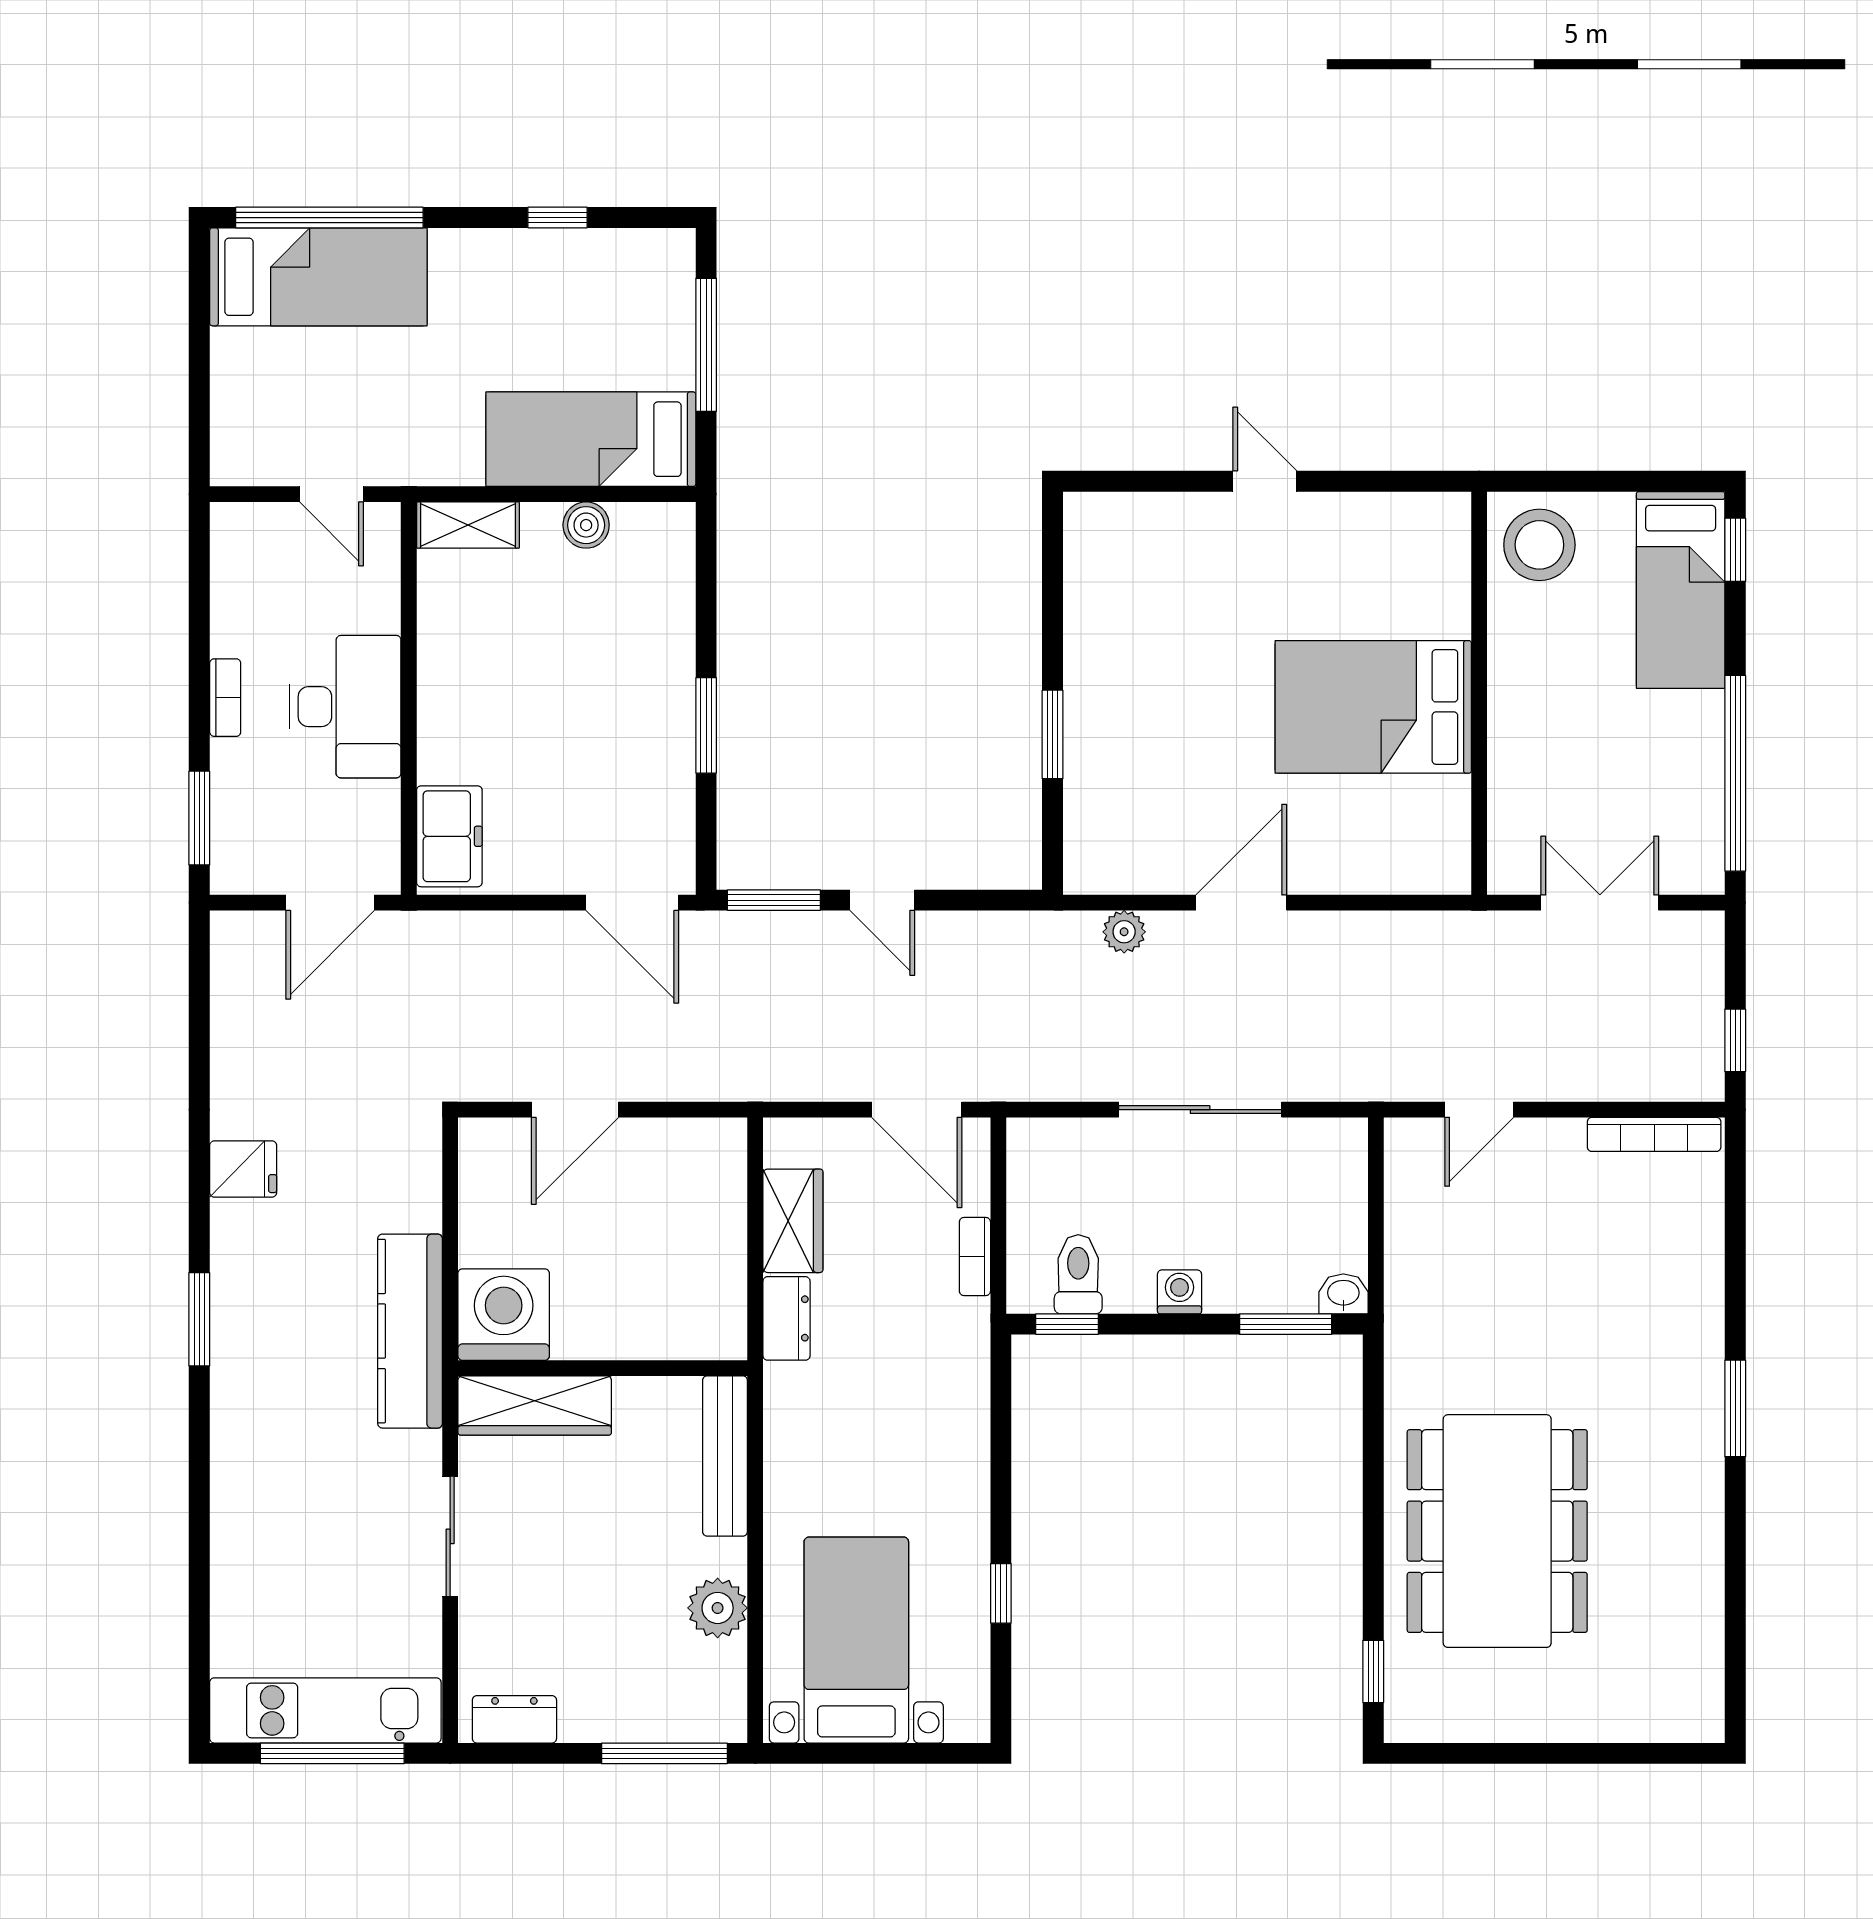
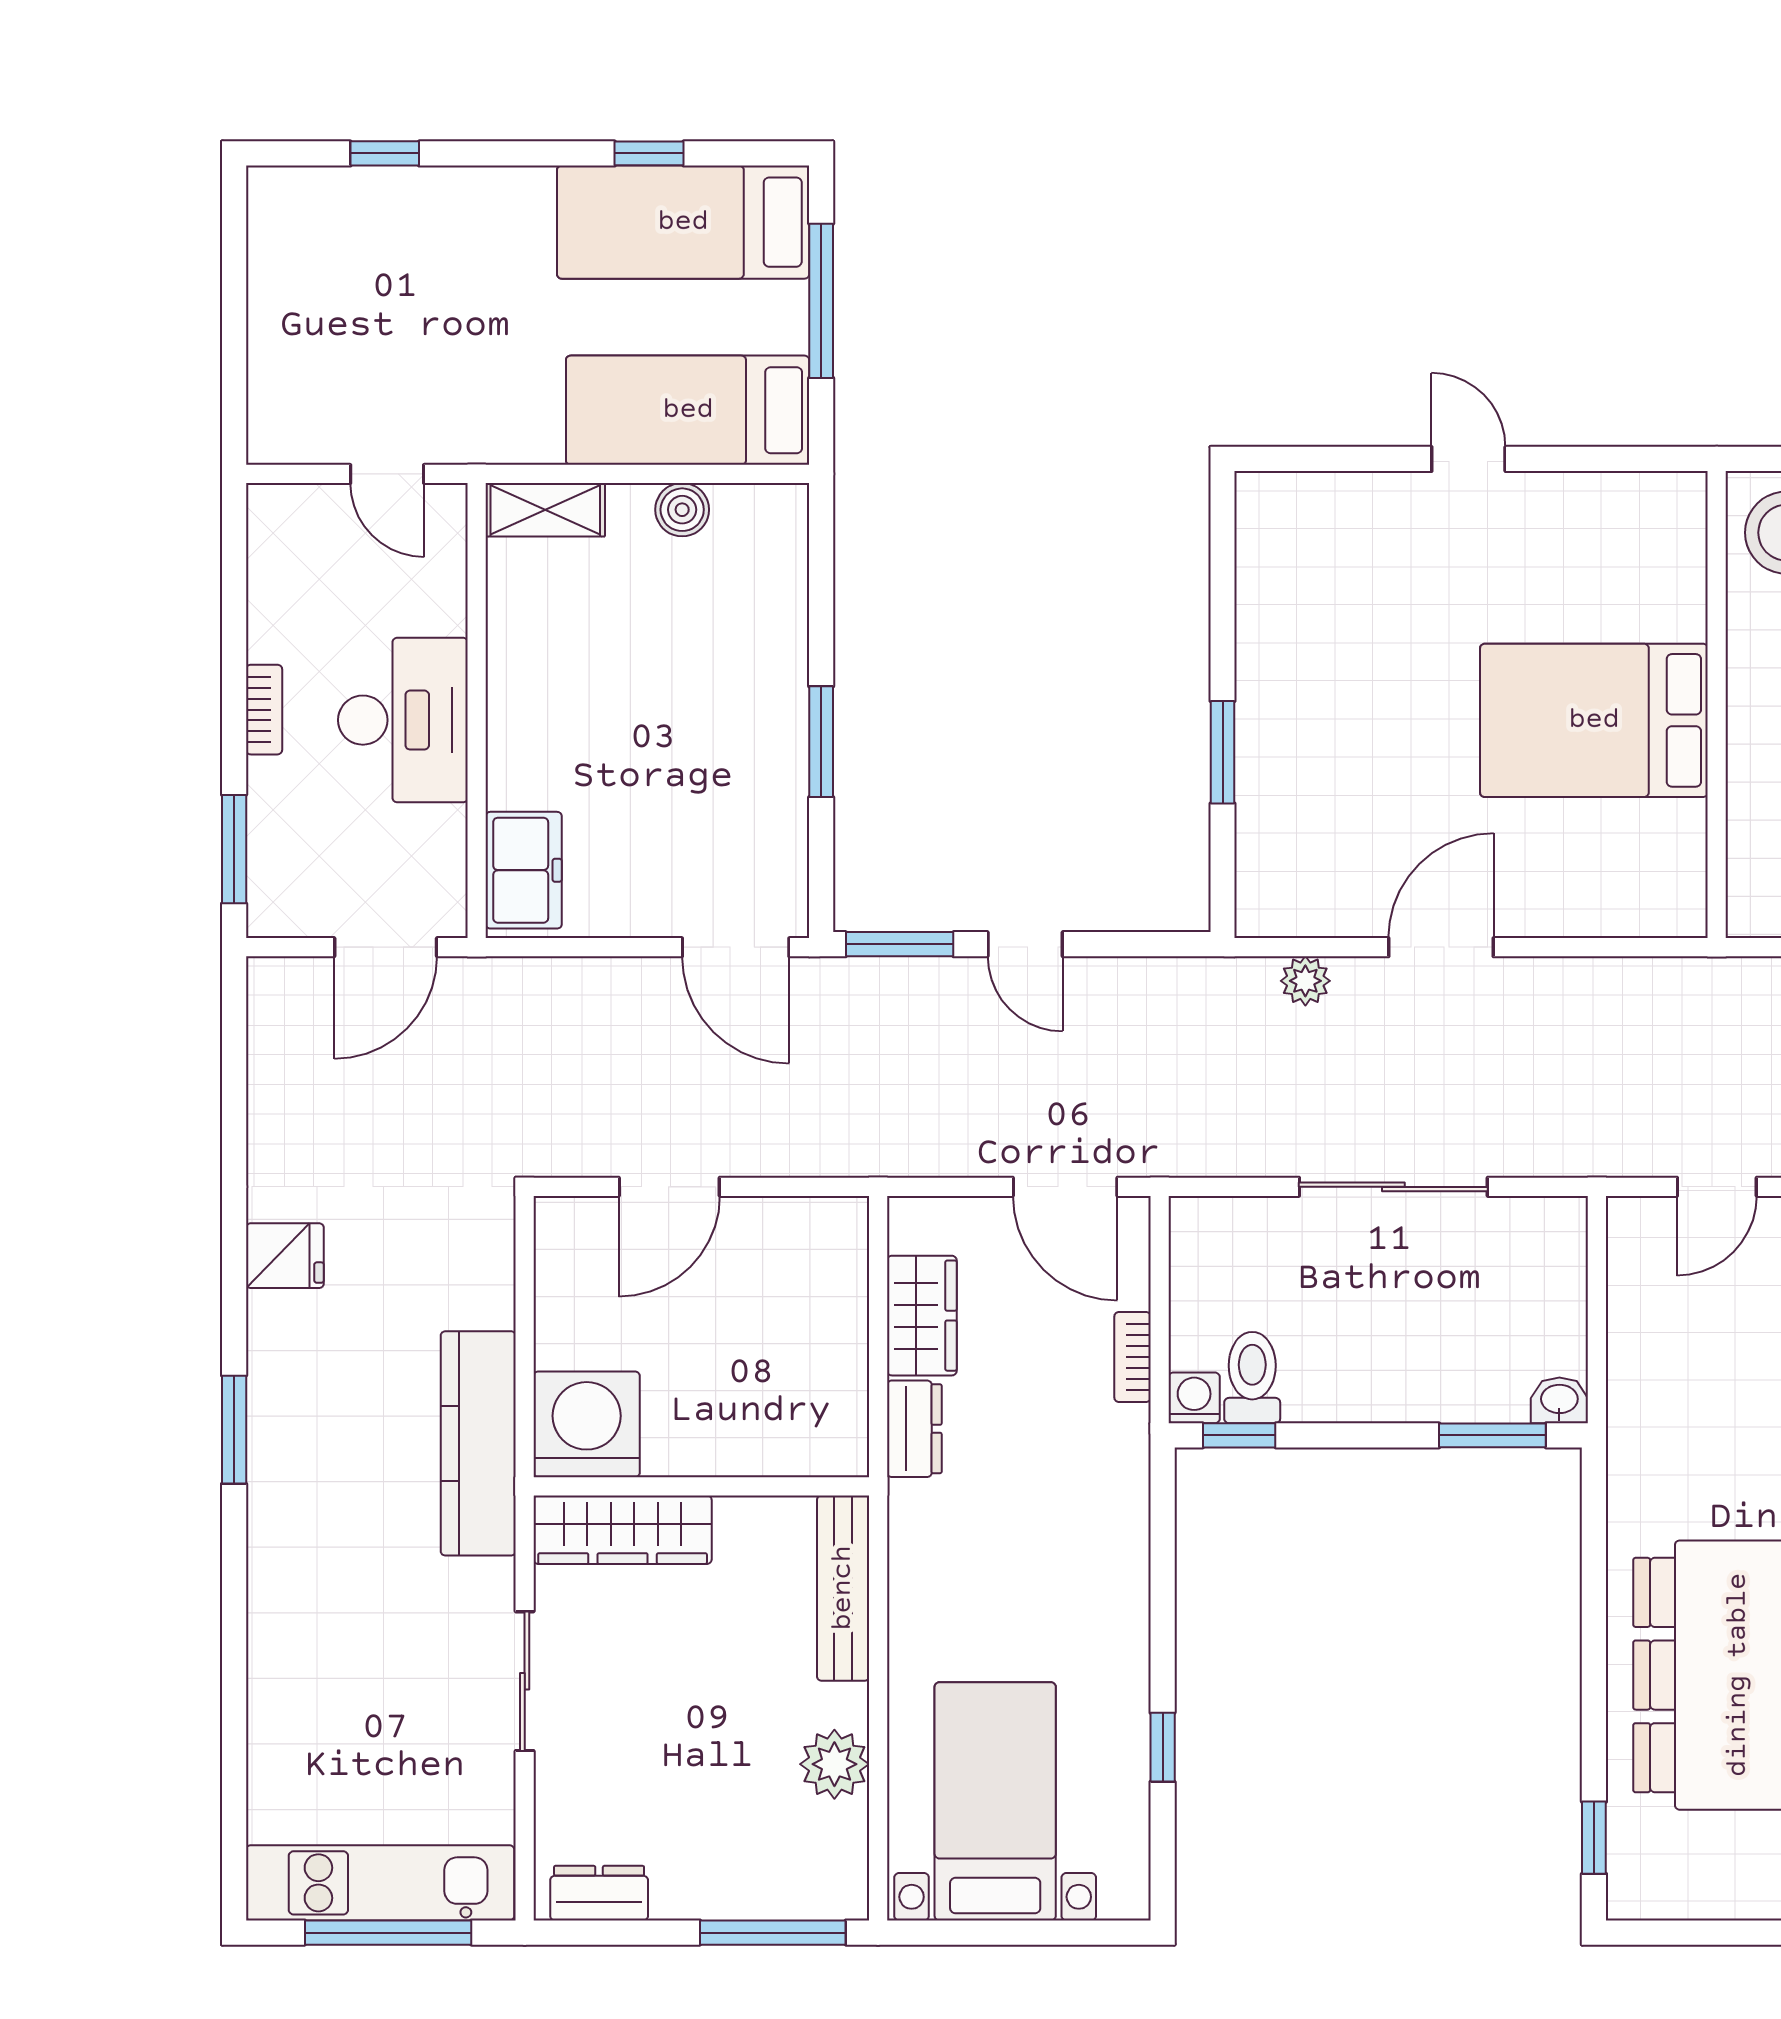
window: (329, 218) -> (385, 153), width x0.32
bed: (318, 277) -> (683, 222), moved, turned 180
washing machine: (1180, 1292) -> (1194, 1398), moved

